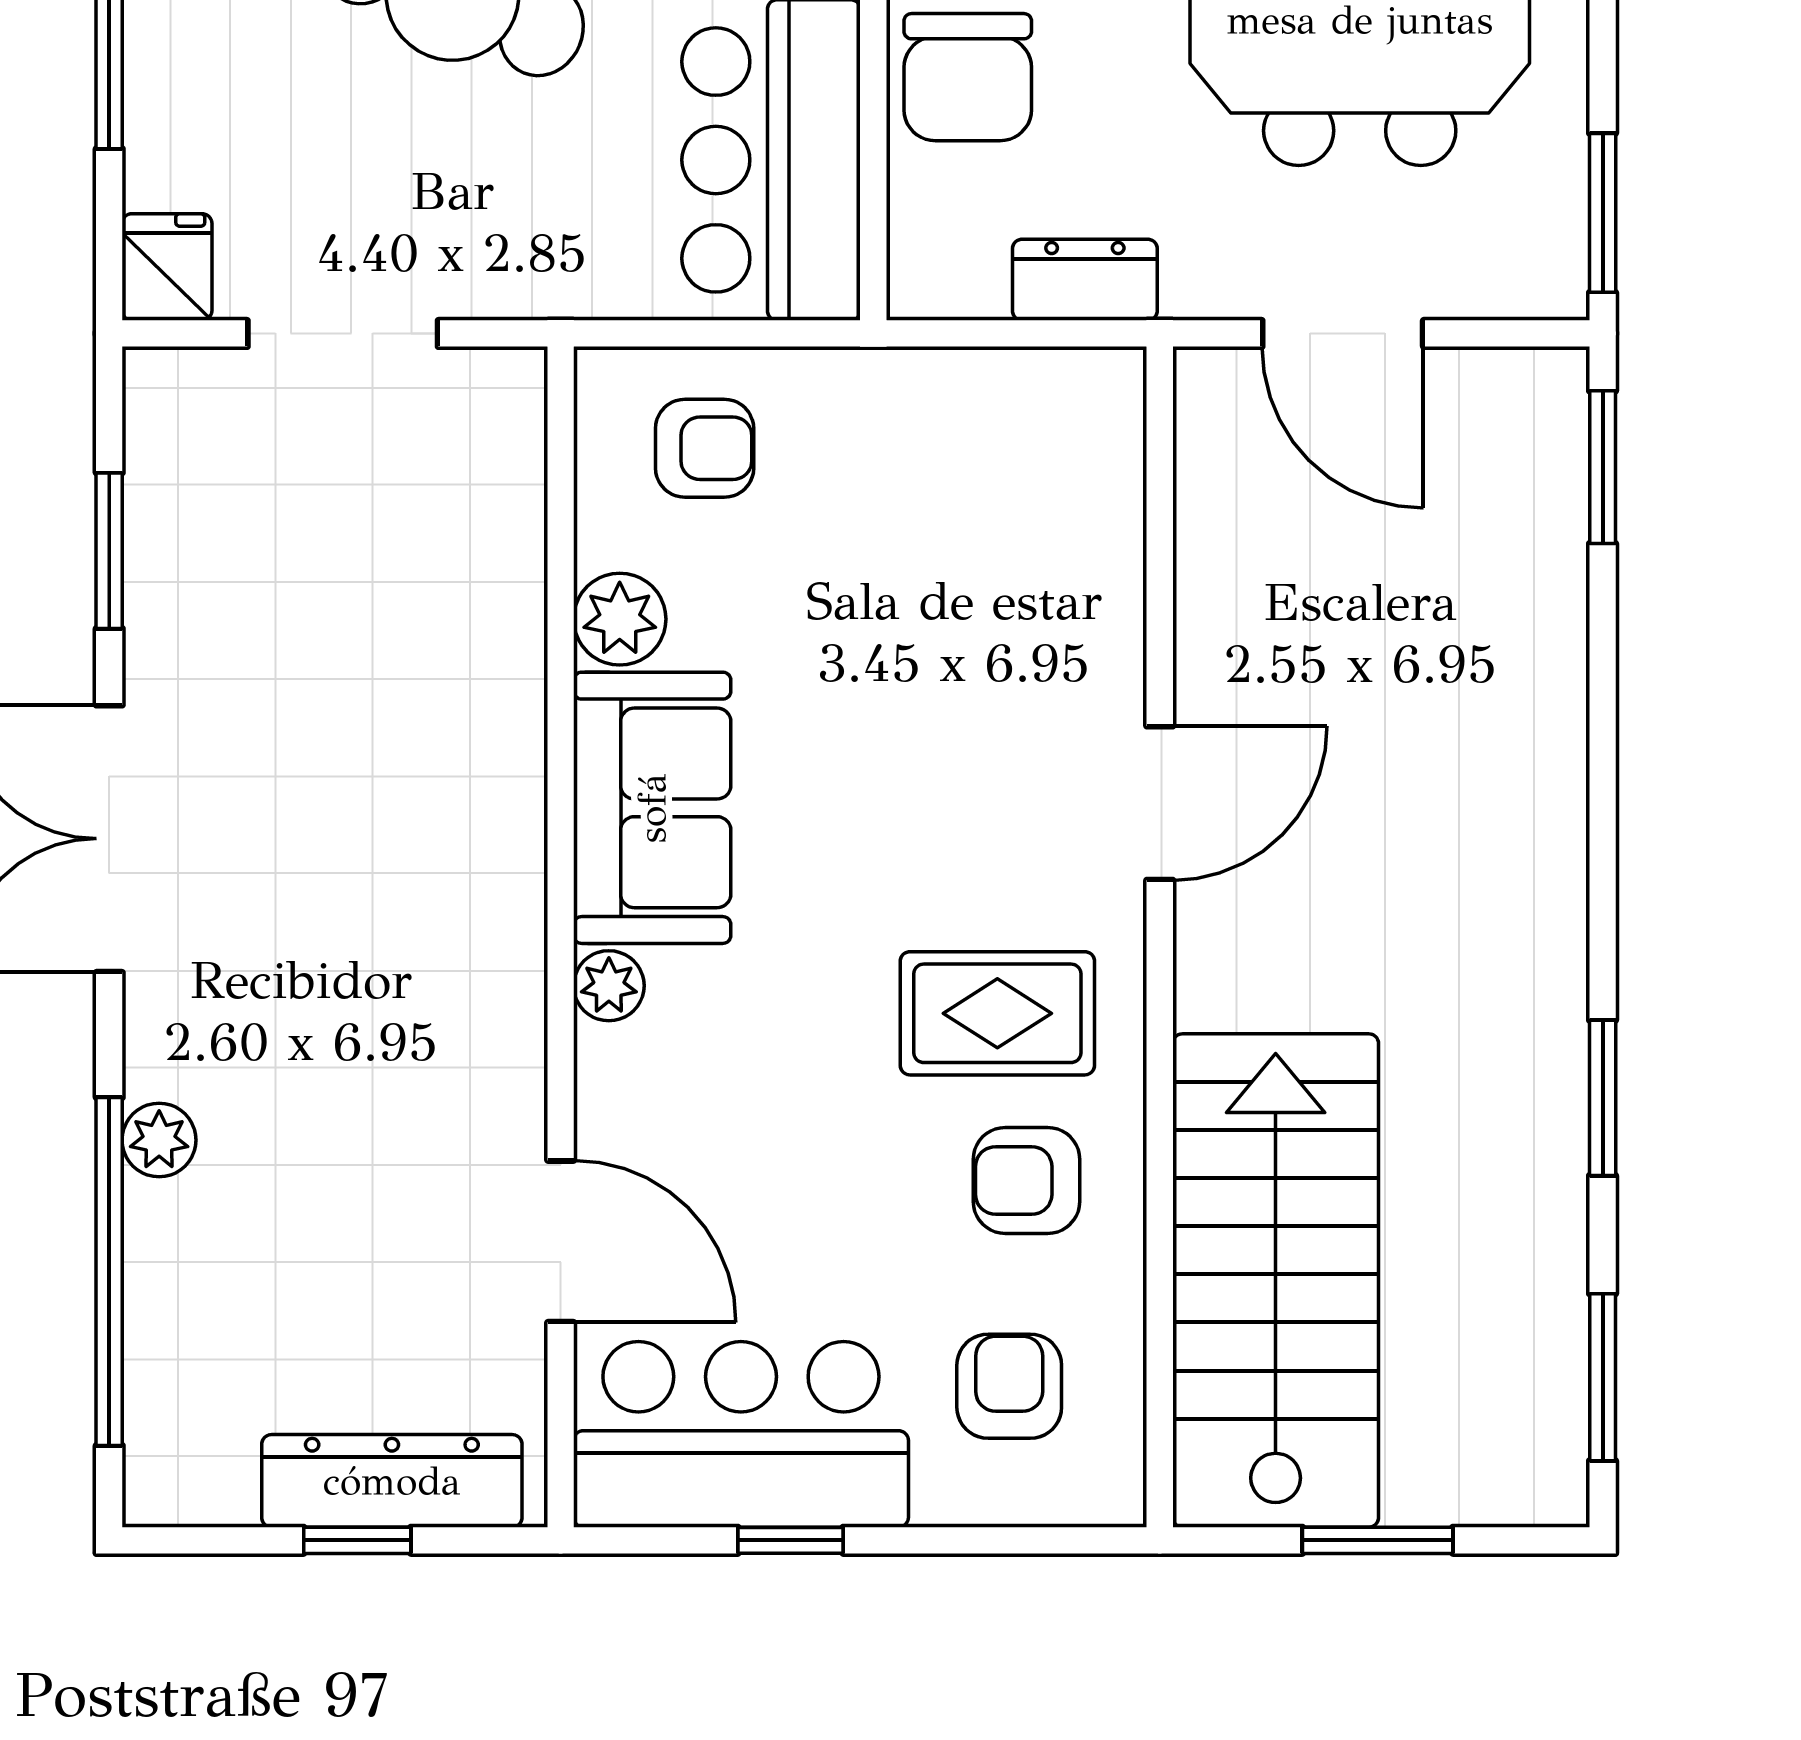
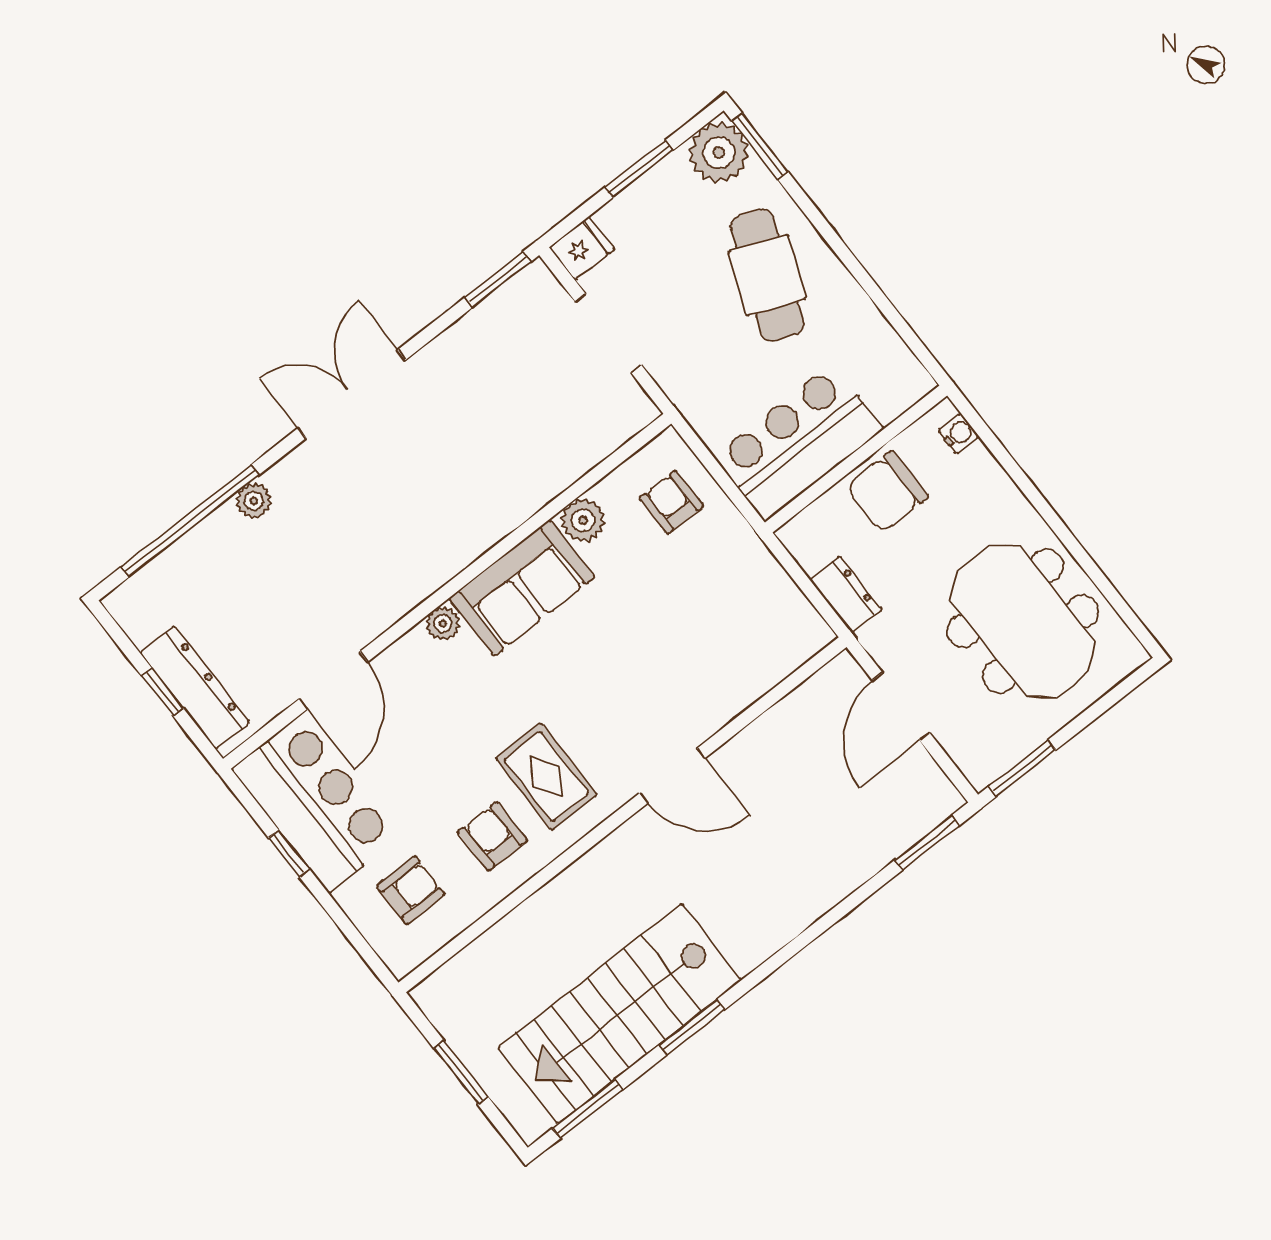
armchair: (705, 448) -> (671, 502), turned 180
window: (109, 551) -> (498, 280), moved
stairs: (1276, 1280) -> (620, 1014), moved, turned 180

